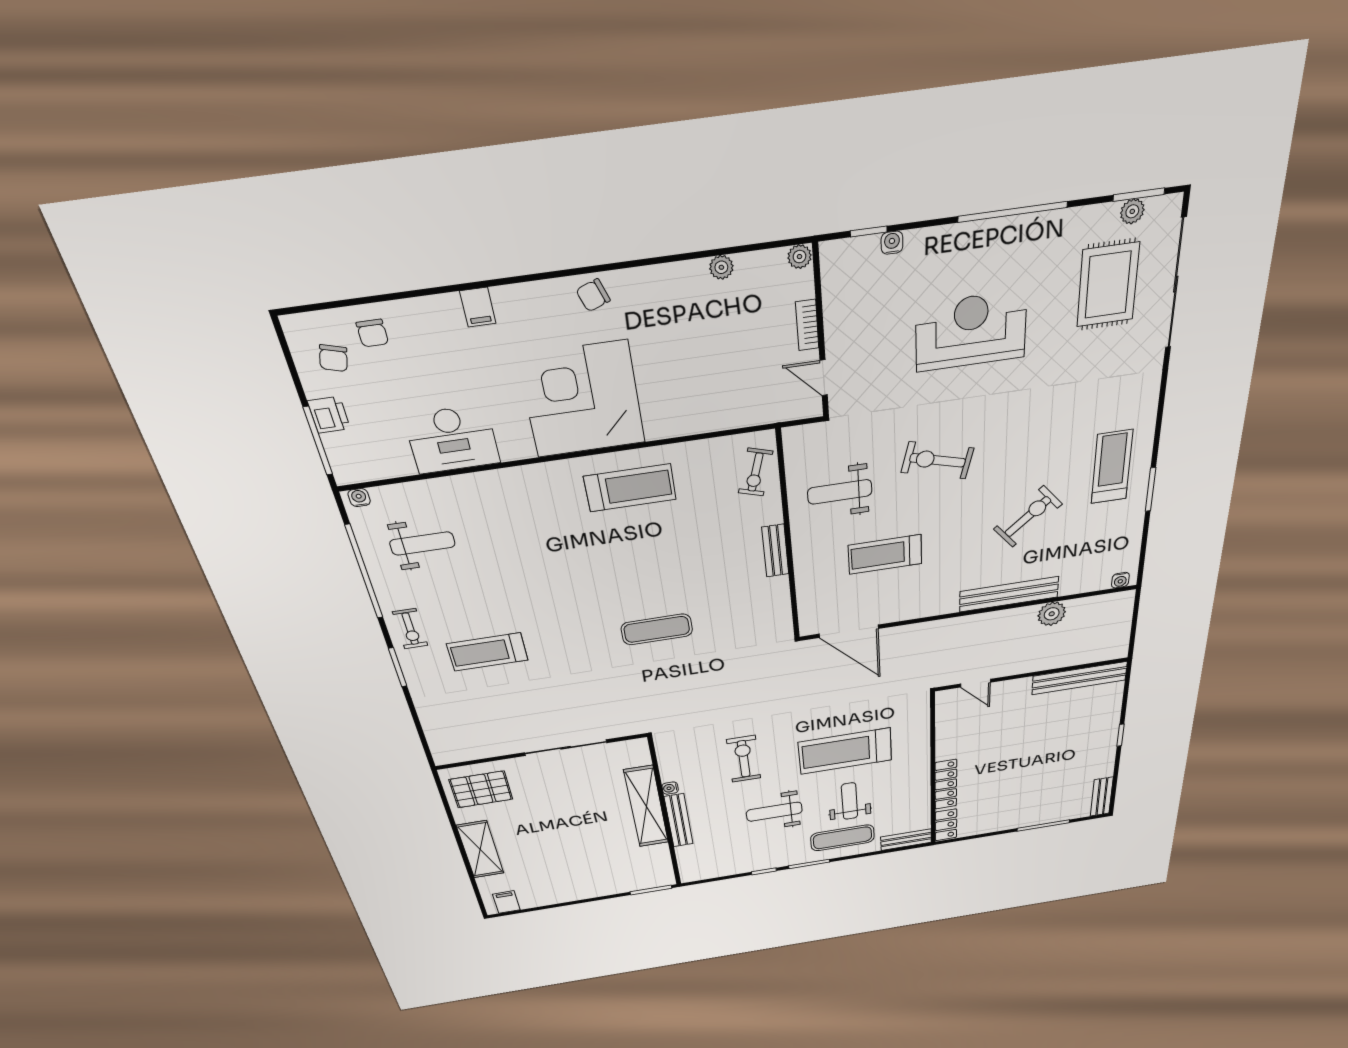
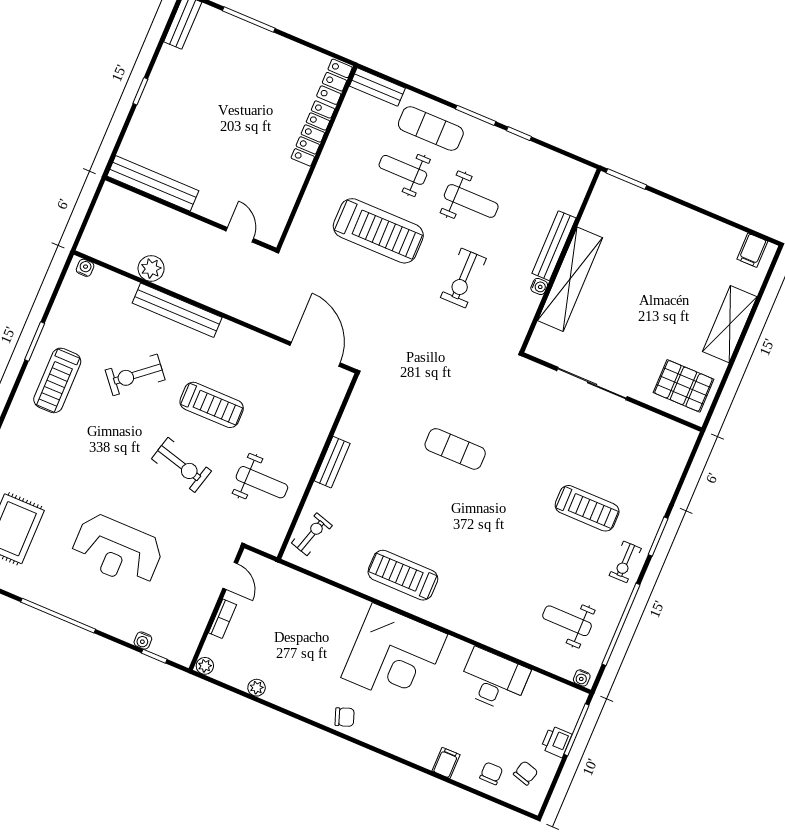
filing cabinet: (478, 307) -> (446, 763), moved
treadmill: (885, 554) -> (212, 405), moved
exercise bike: (410, 629) -> (625, 562), turned 180
weight bench: (850, 801) -> (403, 170), turned 90

